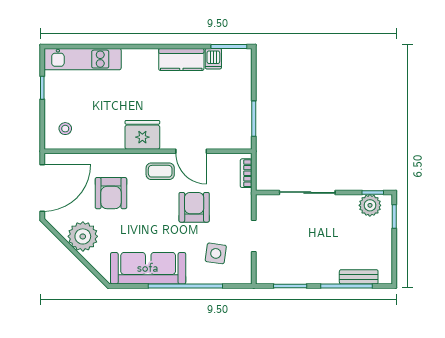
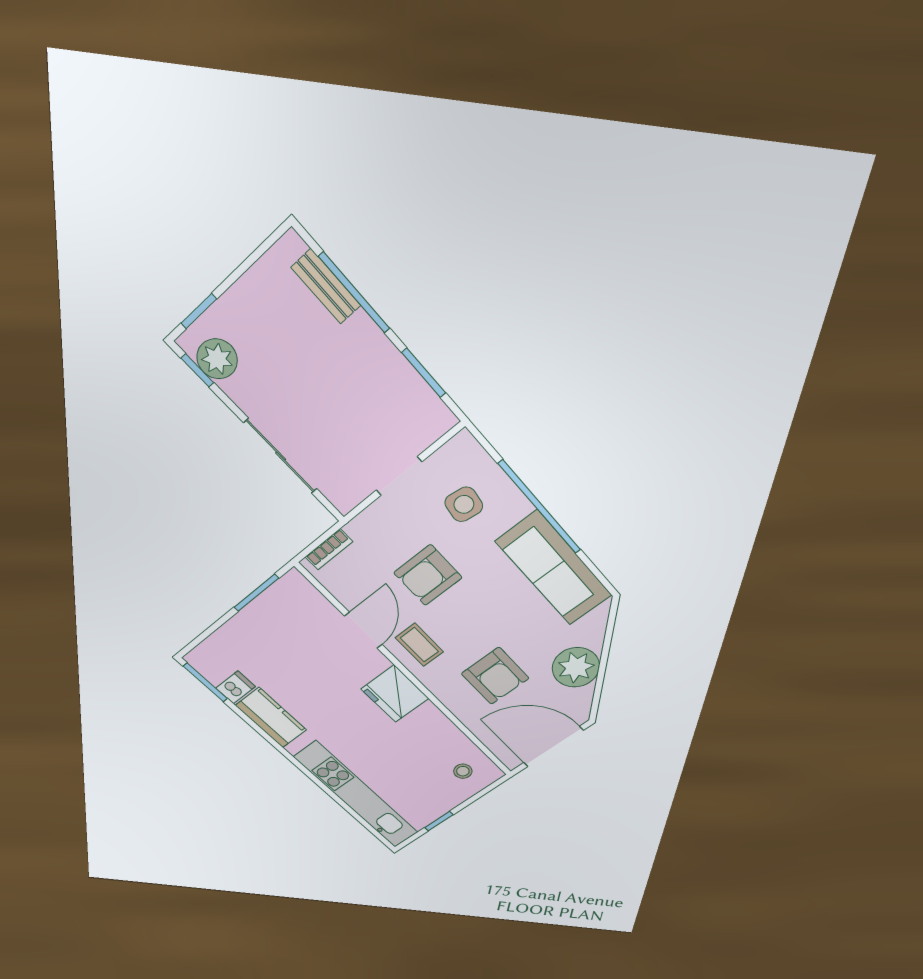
kitchen unit: (83, 59) -> (357, 795), width x1.36
armchair: (111, 193) -> (495, 676), turned 90

